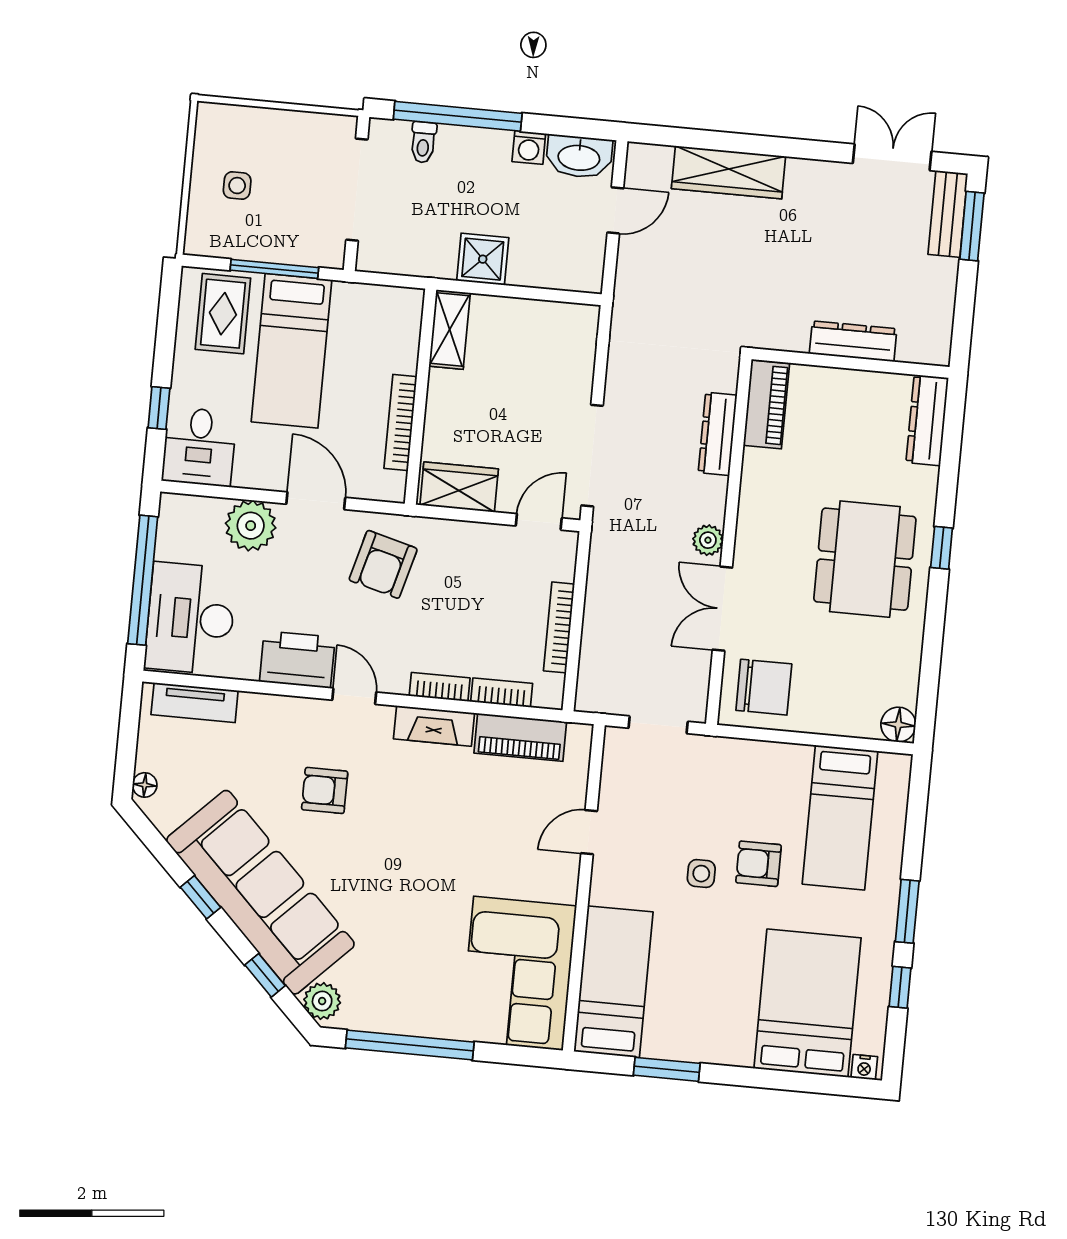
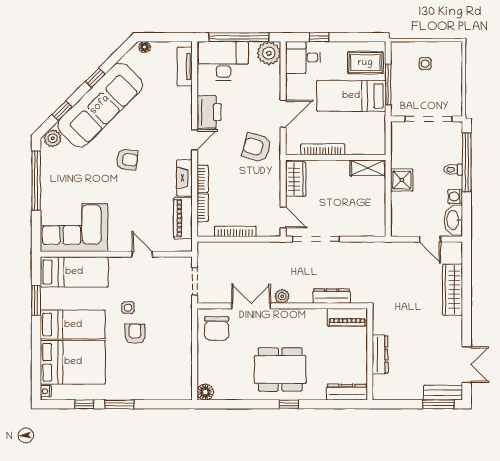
toilet: (423, 142) -> (453, 169), moved
plant: (251, 526) -> (269, 53), moved
armchair: (325, 790) -> (127, 160), moved, turned 96
bed: (840, 818) -> (73, 325), moved, turned 180

